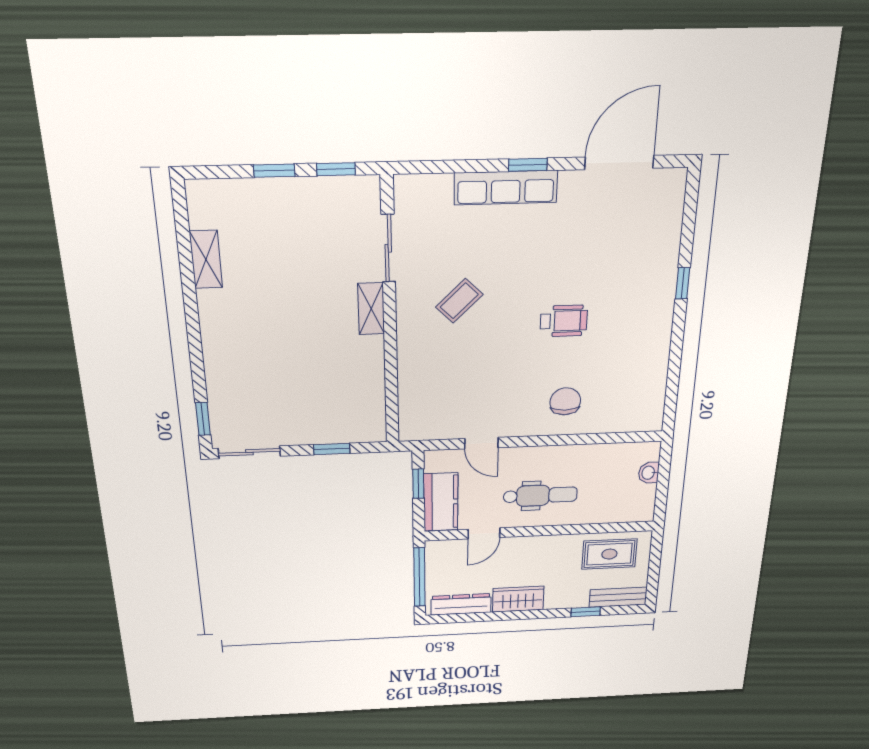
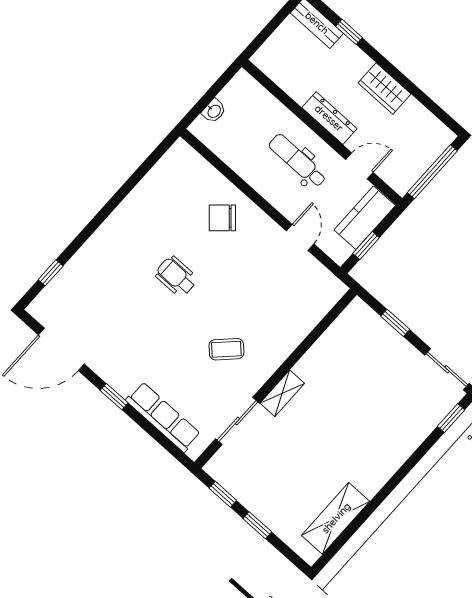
row of seats: (506, 188) -> (163, 417), moved
shelving: (206, 259) -> (336, 518), width x1.50, depth x1.33
window: (683, 283) -> (51, 273), moved
chair: (565, 401) -> (222, 218), turned 48
rug: (609, 554) -> (293, 67), removed
dresser: (461, 604) -> (329, 118), moved, turned 180

